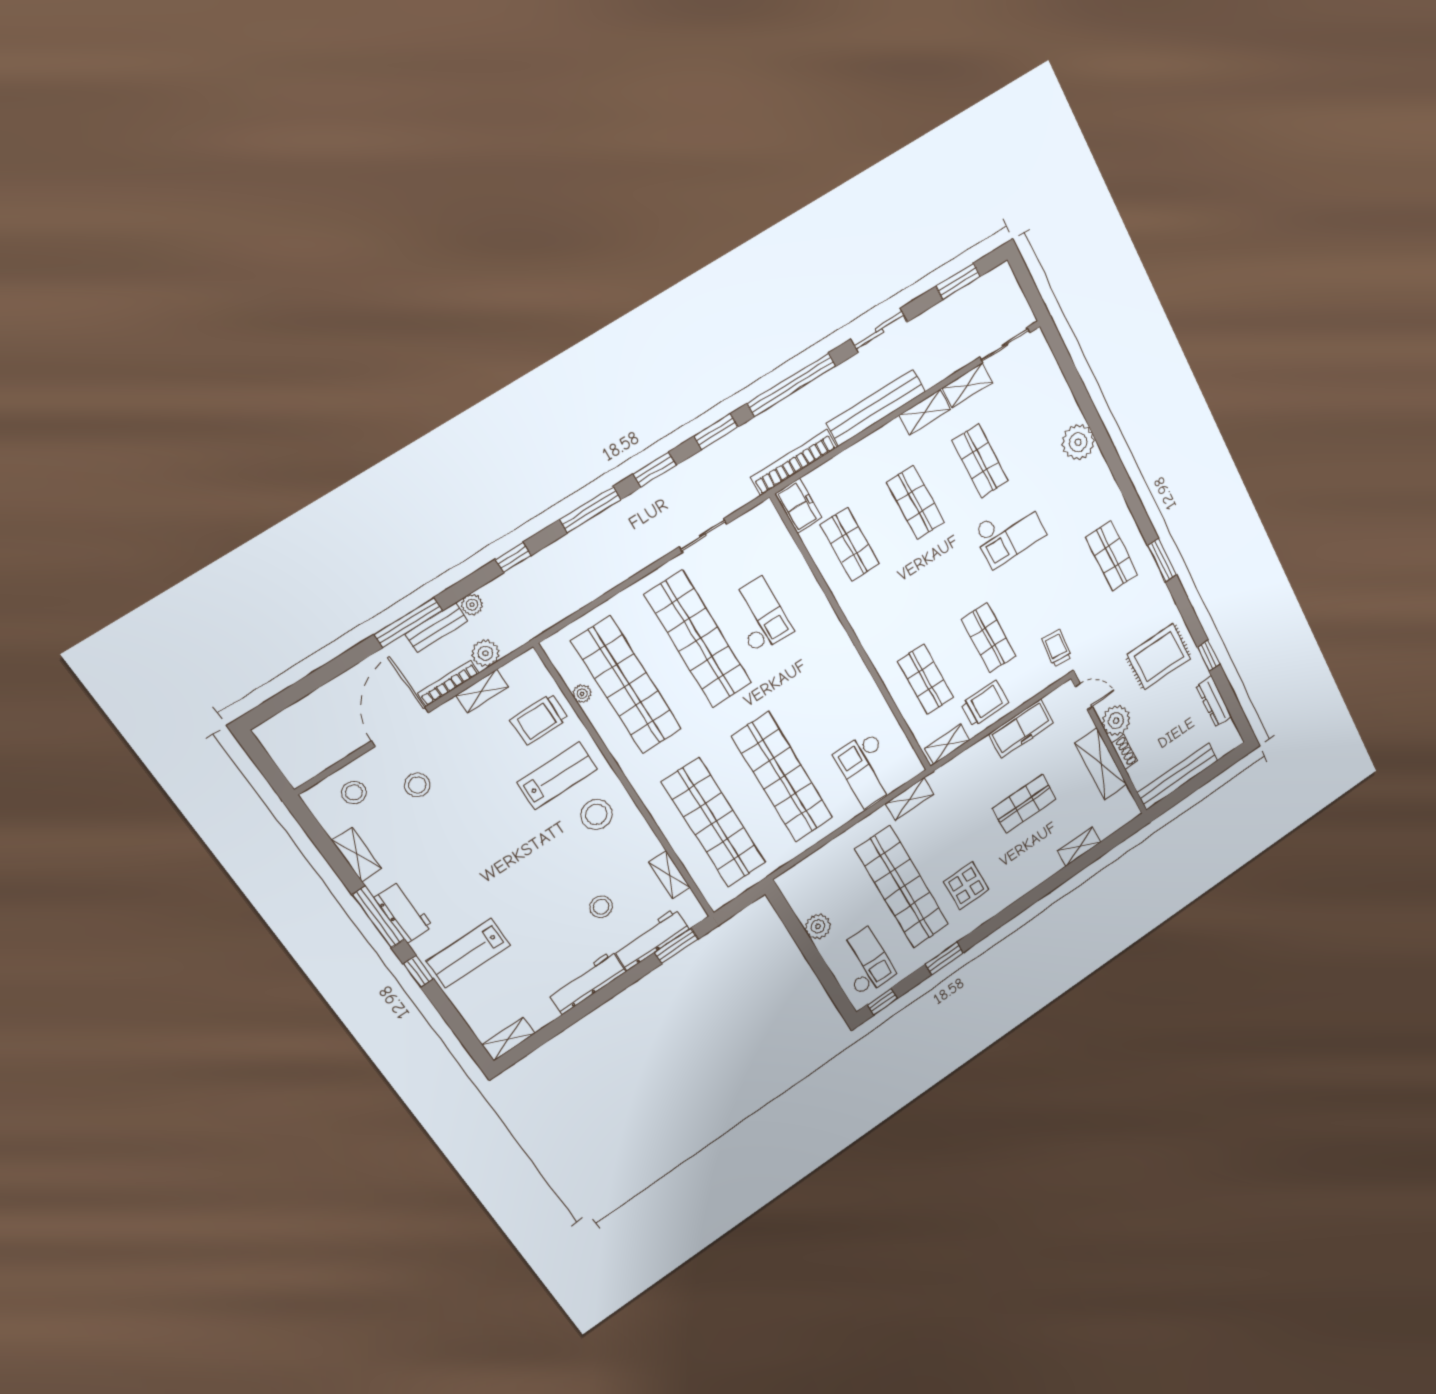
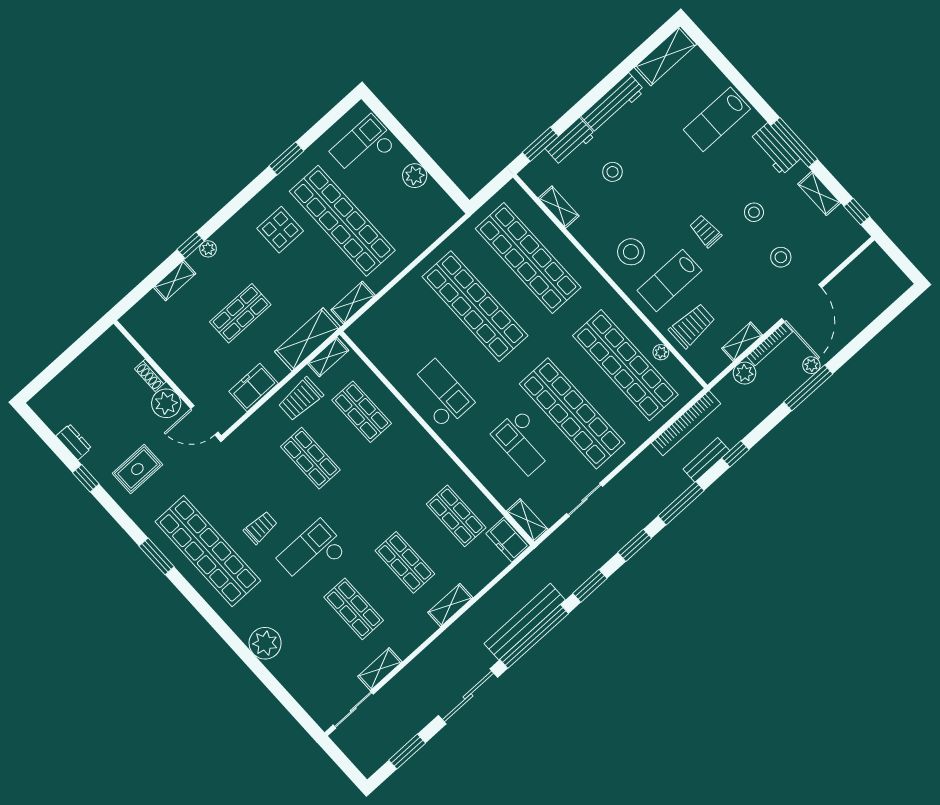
sliding door: (879, 330) -> (468, 696), width x1.37
bench: (876, 407) -> (525, 622), moved
shelving: (925, 412) -> (450, 605), moved
bookcase: (794, 462) -> (686, 423), moved
shelving: (773, 524) -> (527, 520), added
shop shelf: (1112, 556) -> (208, 551), width x2.00, depth x1.36
plant: (472, 605) -> (811, 365), moved
bench: (436, 628) -> (706, 460), moved
trolley: (1057, 648) -> (261, 528), moved, turned -95
rug: (1159, 656) -> (137, 469), width x0.73, depth x0.70
door: (1084, 697) -> (204, 420), width x1.38
dresser: (1214, 701) -> (74, 442), width x0.70
freezer: (1021, 729) -> (254, 387), width x0.71
shelving: (1101, 764) -> (308, 339), moved, turned 90
checkout: (868, 769) -> (440, 394), moved
bench: (1177, 776) -> (89, 360), removed
stool: (354, 793) -> (754, 212), moved
trolley: (504, 827) -> (705, 231), added
plant: (1040, 875) -> (208, 249), added
workbench: (651, 939) -> (570, 142), width x0.73
lab bench: (469, 953) -> (717, 119), turned 180
checkout: (865, 962) -> (363, 147), turned 90
window: (418, 971) -> (857, 212), moved
window: (882, 1002) -> (191, 245), moved
shelving: (508, 1039) -> (665, 56), width x1.50, depth x1.33

